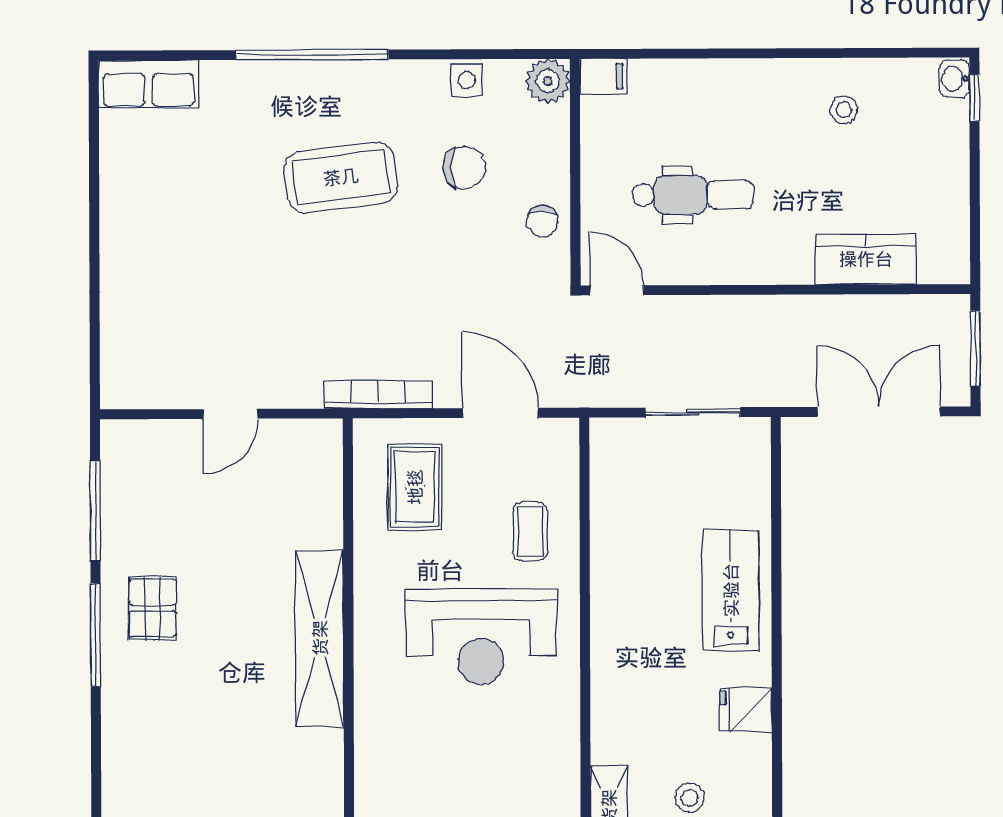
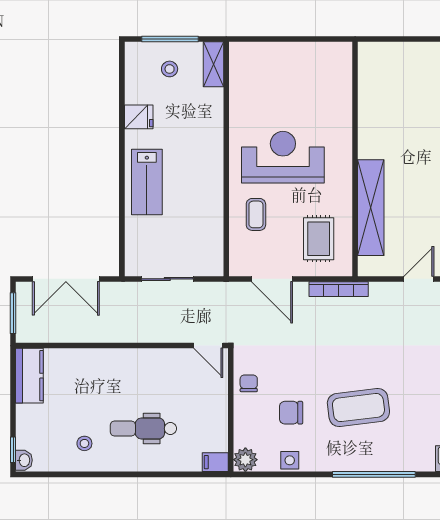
dental chair: (693, 195) -> (143, 428), moved
kitchen counter: (866, 259) -> (29, 376), moved, turned -90
shelving: (320, 638) -> (371, 208), moved

